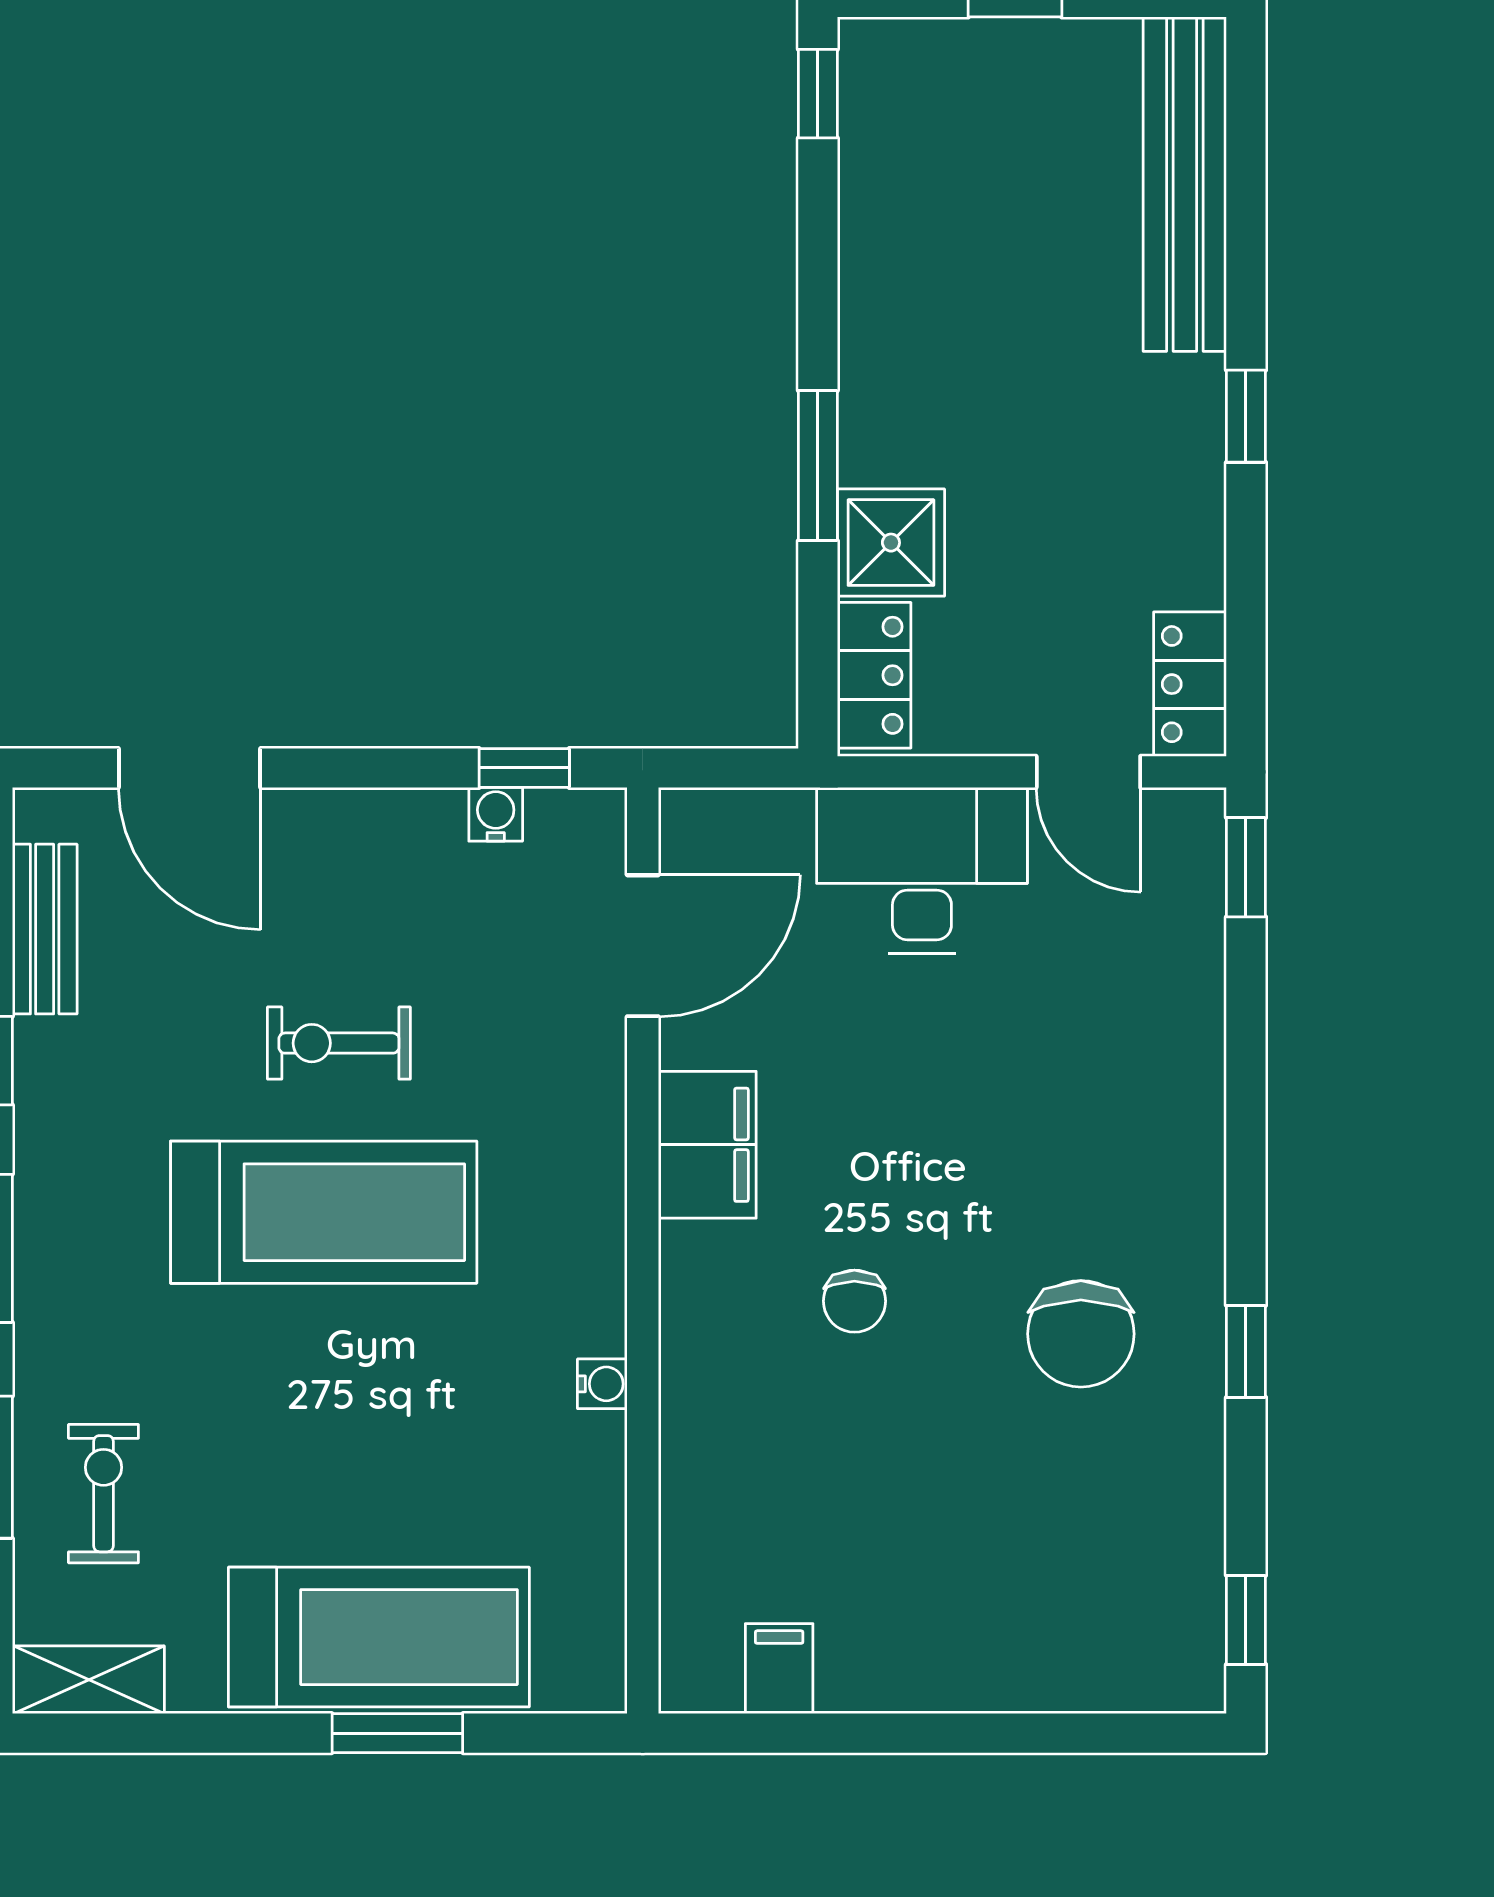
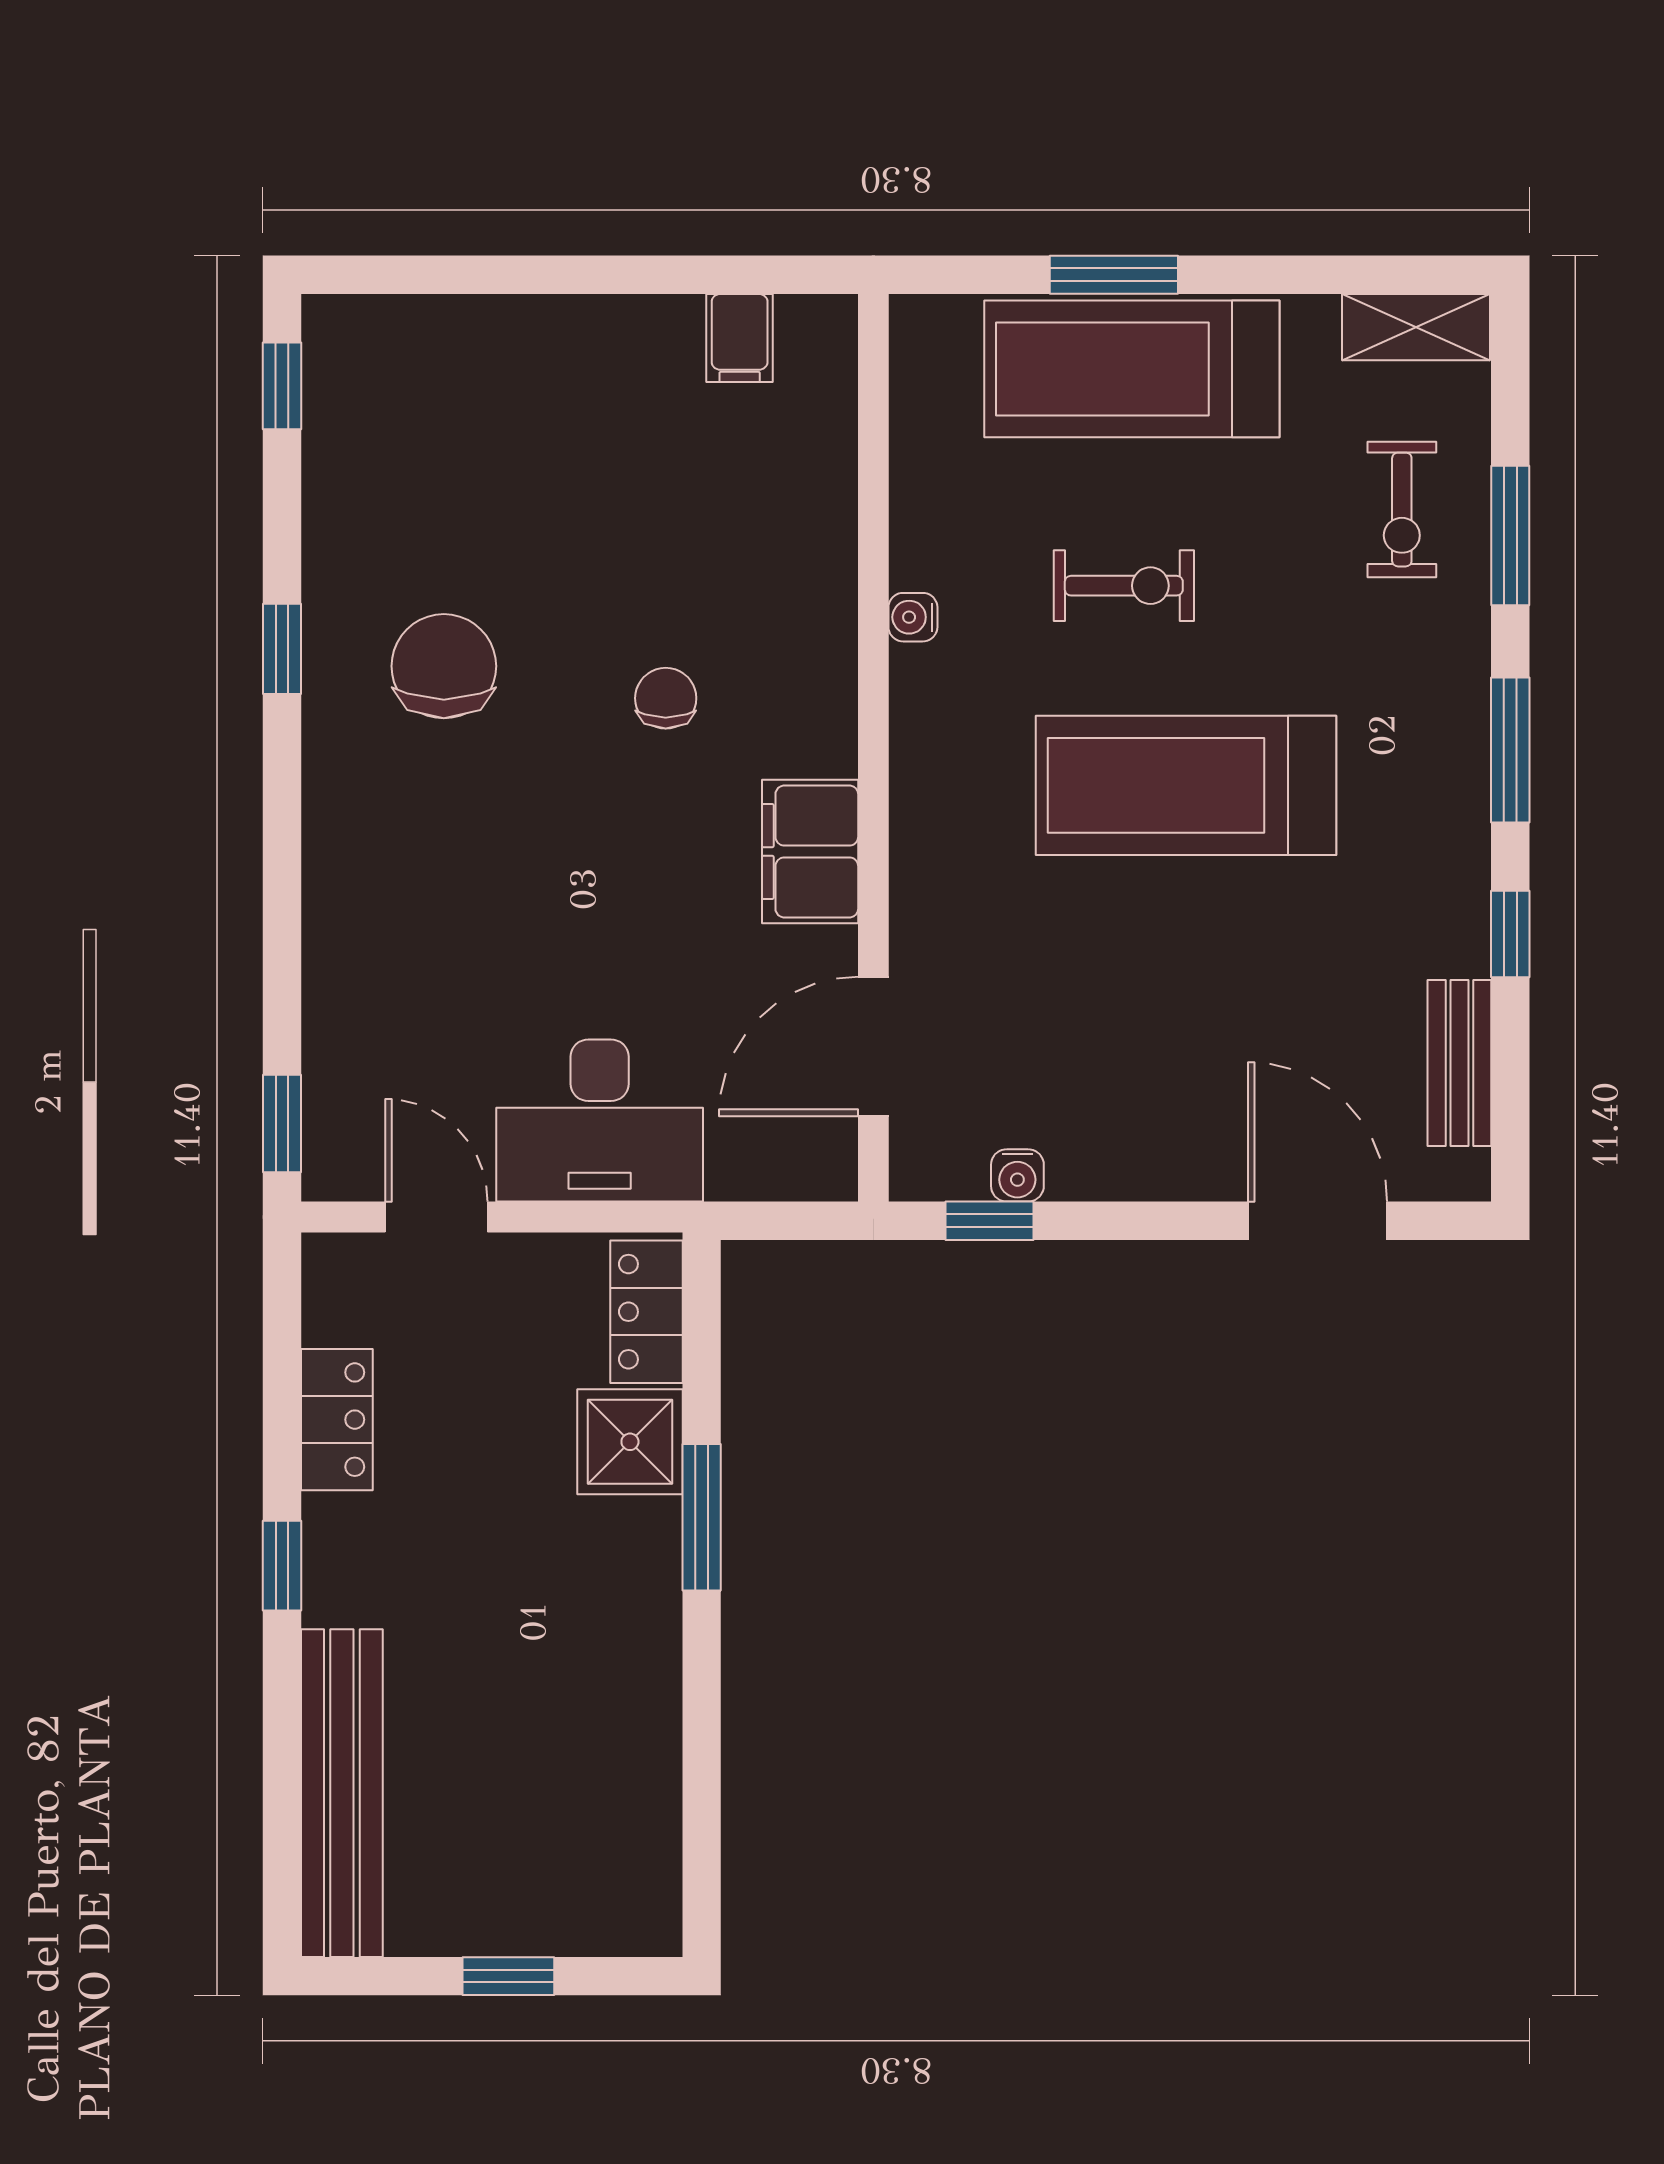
window: (818, 94) -> (702, 1882), removed
locker: (1190, 684) -> (337, 1420), moved
exercise bike: (339, 1043) -> (1124, 586), moved

